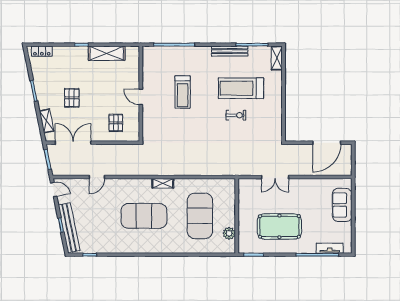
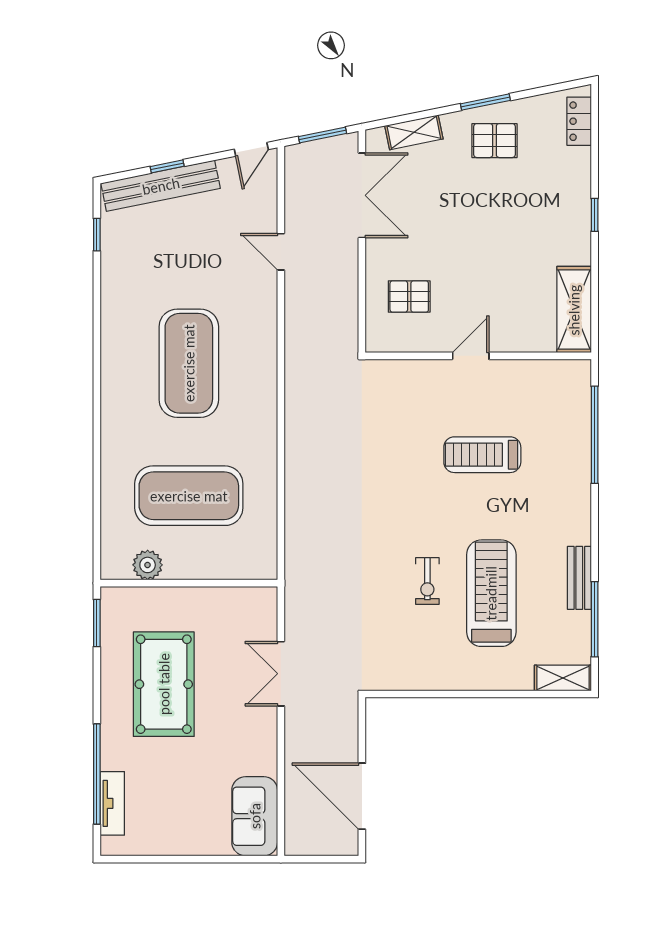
bench: (230, 51) -> (579, 578), width x0.73
shelving: (107, 53) -> (574, 310), moved
pallet: (72, 98) -> (494, 141), moved
shelving: (163, 183) -> (266, 408), removed
sofa: (342, 205) -> (255, 816), moved, turned -90

